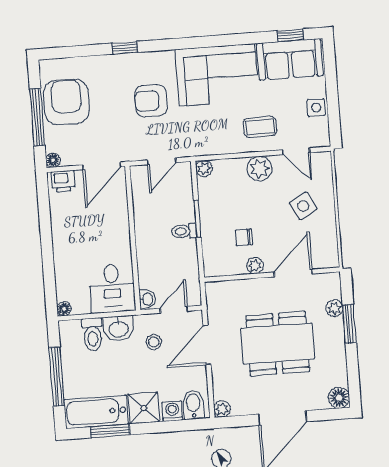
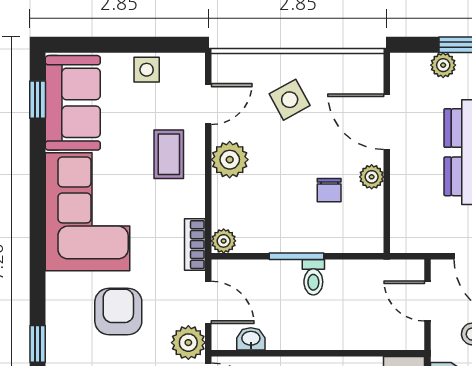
armchair: (151, 101) -> (118, 311), turned 180
bookcase: (200, 149) -> (195, 245), added
plant: (133, 150) -> (188, 343), added
washbasin: (147, 299) -> (251, 339), moved

